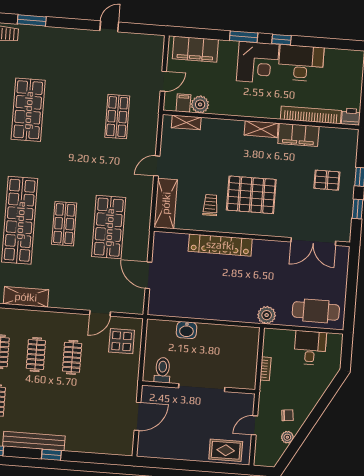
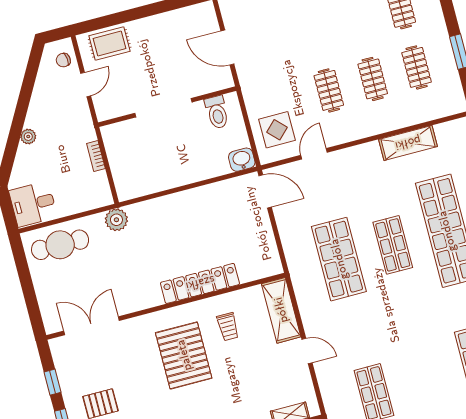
door: (157, 166) -> (307, 351), hinge flipped
pallet: (251, 195) -> (184, 355), turned 90
door: (148, 275) -> (265, 191), moved
washbasin: (187, 330) -> (242, 160), moved
desk: (310, 348) -> (33, 204), moved, turned 90
chair: (287, 415) -> (63, 60), moved
door: (138, 416) -> (227, 47), hinge flipped
plant: (287, 437) -> (28, 137), moved

